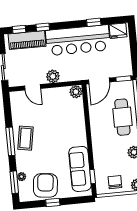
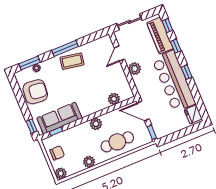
window: (94, 22) -> (187, 72), moved
plant: (76, 92) -> (114, 99), moved
plant: (97, 133) -> (96, 124), added
window: (53, 202) -> (32, 126), moved

